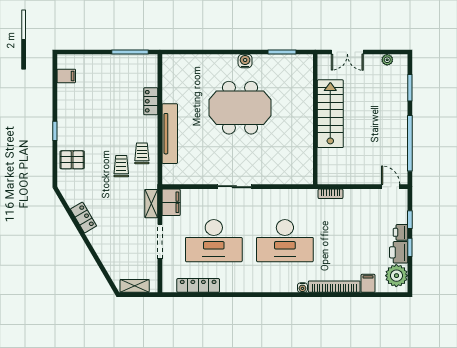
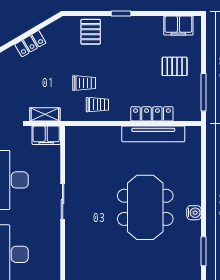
filing cabinet: (66, 76) -> (178, 26), width x2.00
pallet: (105, 80) -> (175, 66), added
locker: (151, 101) -> (152, 114), width x1.53
tv unit: (170, 134) -> (153, 134), moved

